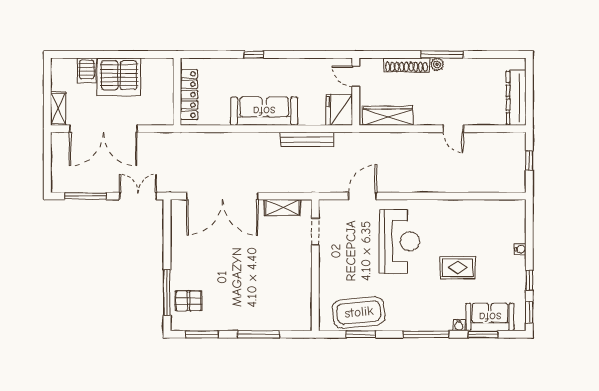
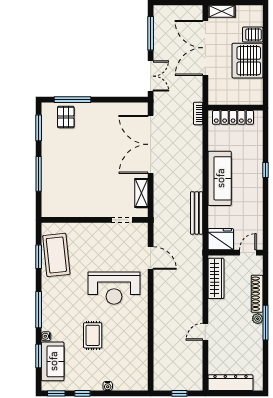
bookcase: (184, 138) -> (198, 113), added

